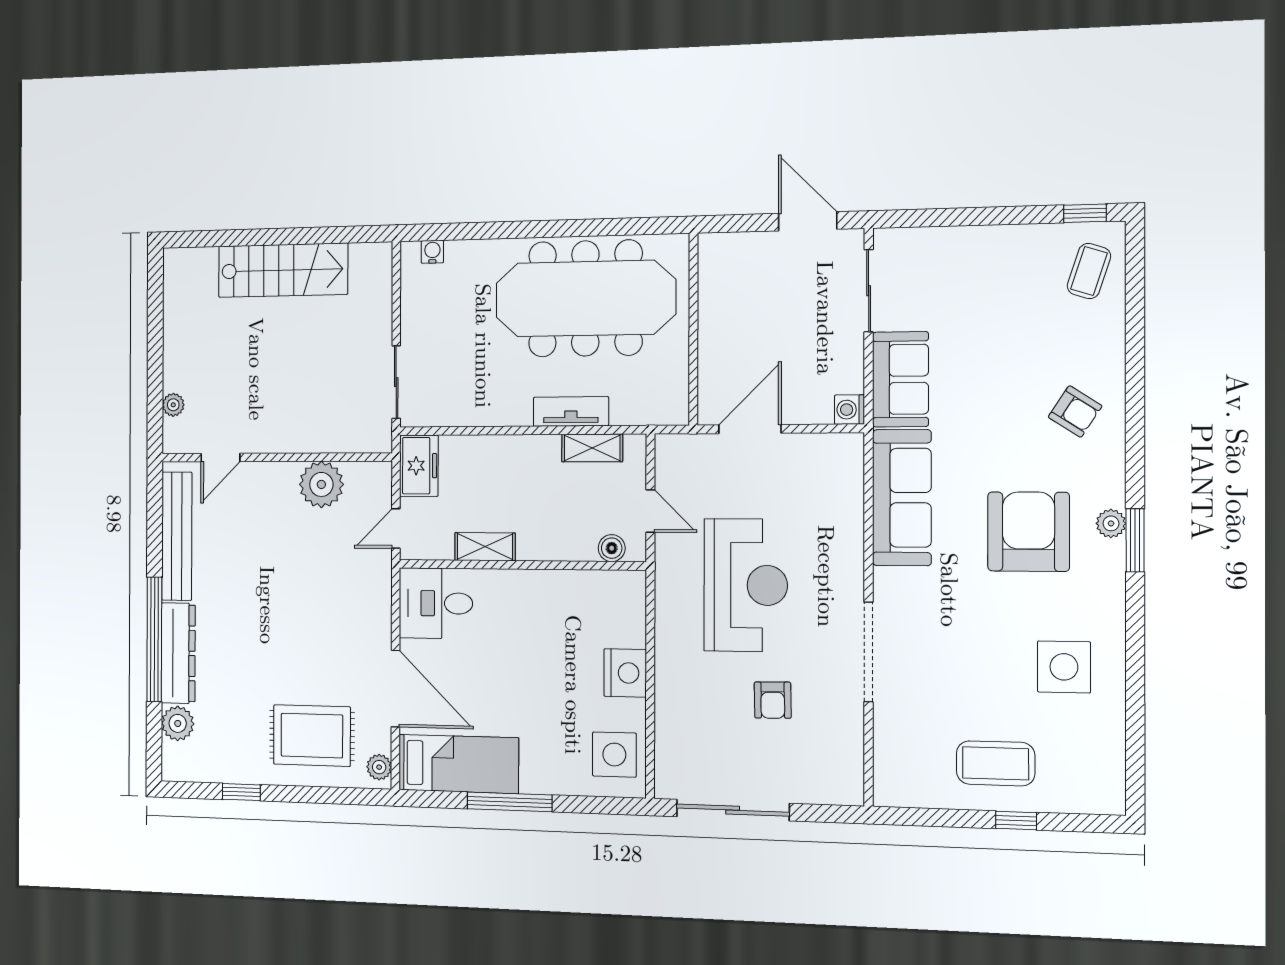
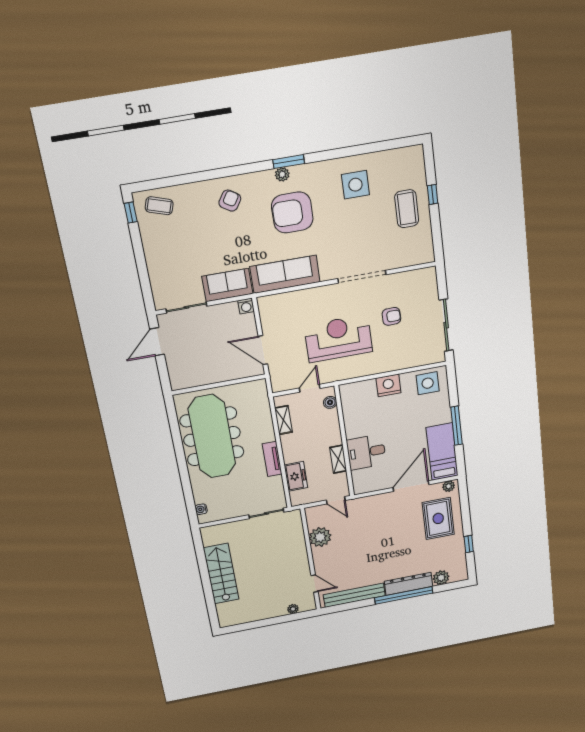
tv unit: (571, 411) -> (272, 459), moved
freezer: (419, 466) -> (296, 476), moved, turned 90
desk: (436, 603) -> (366, 452), moved, turned 90

